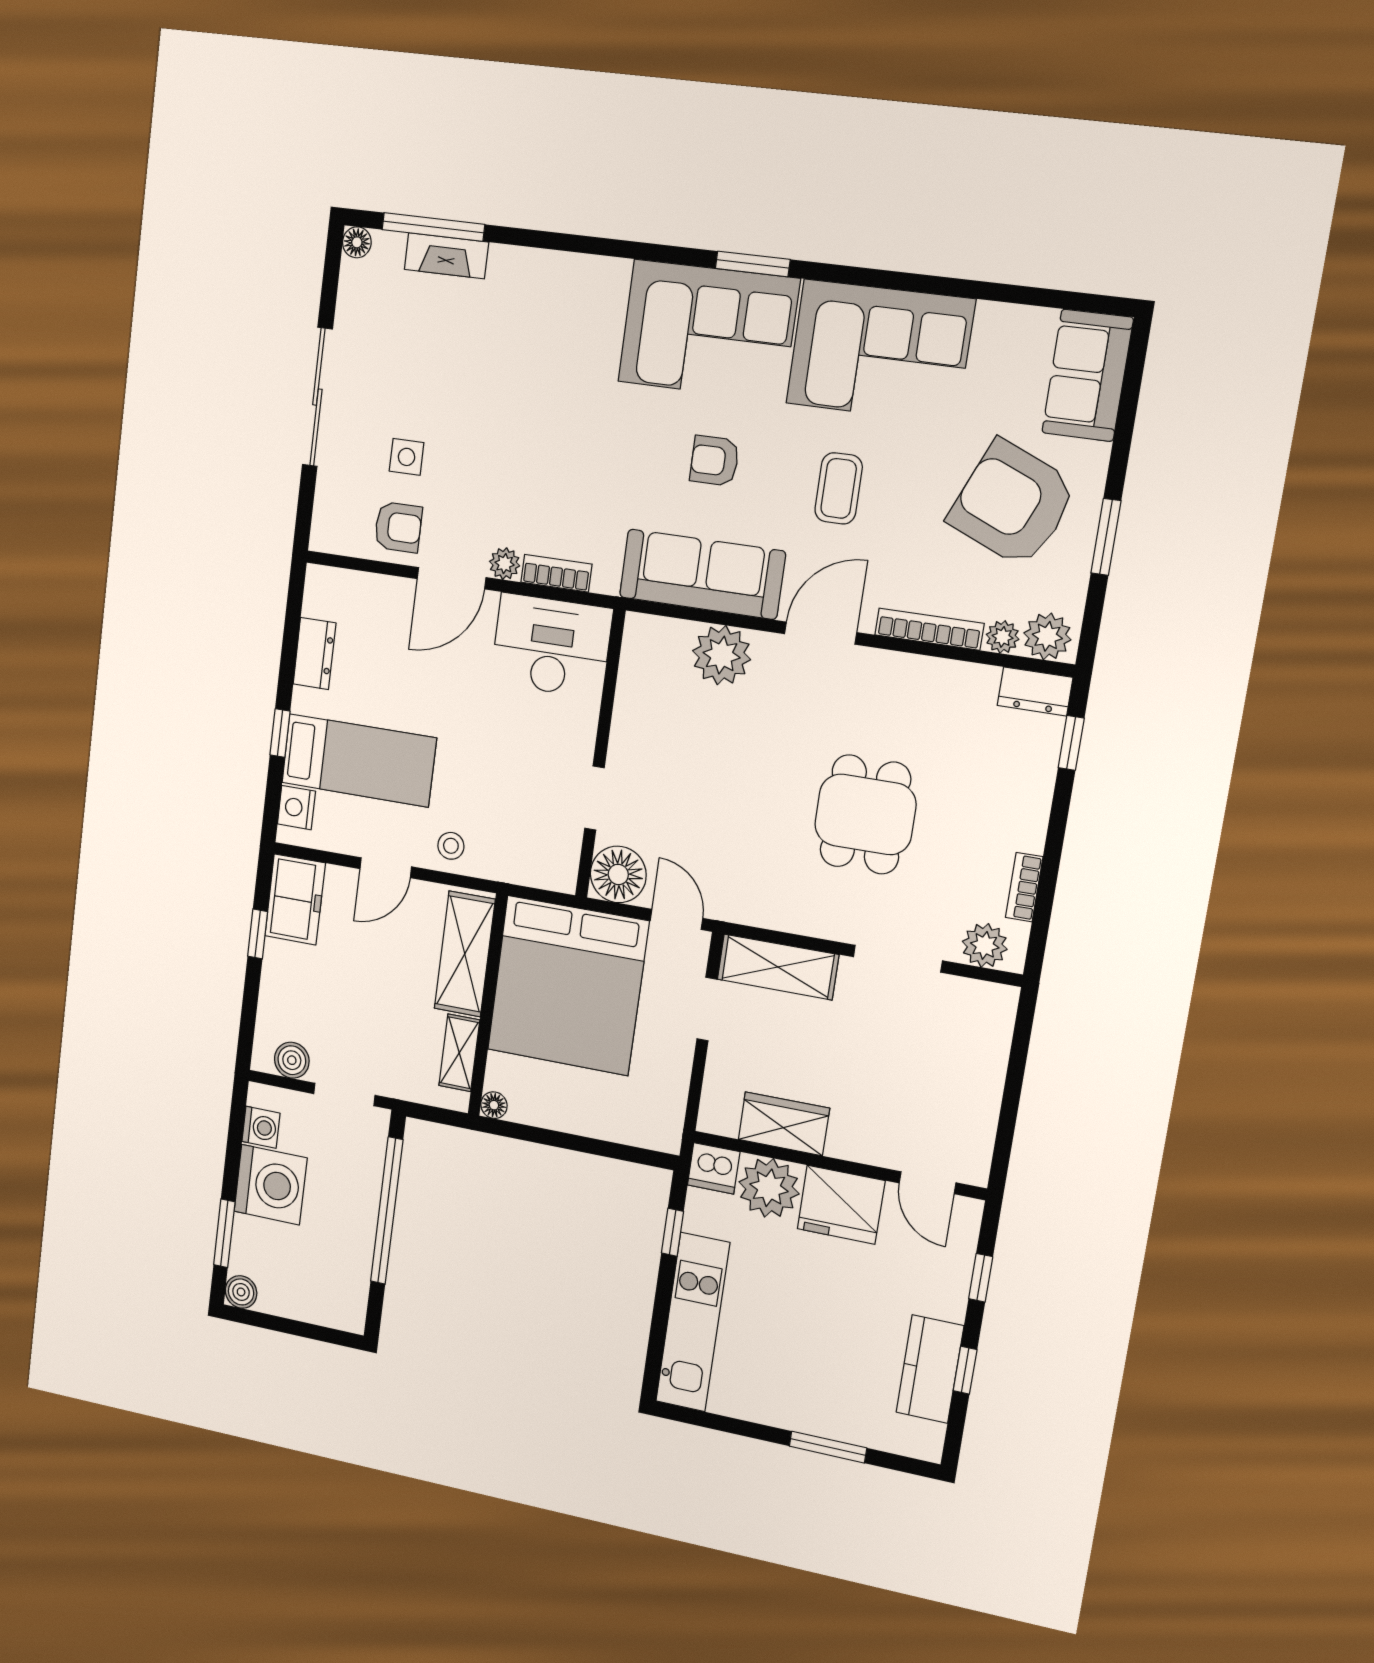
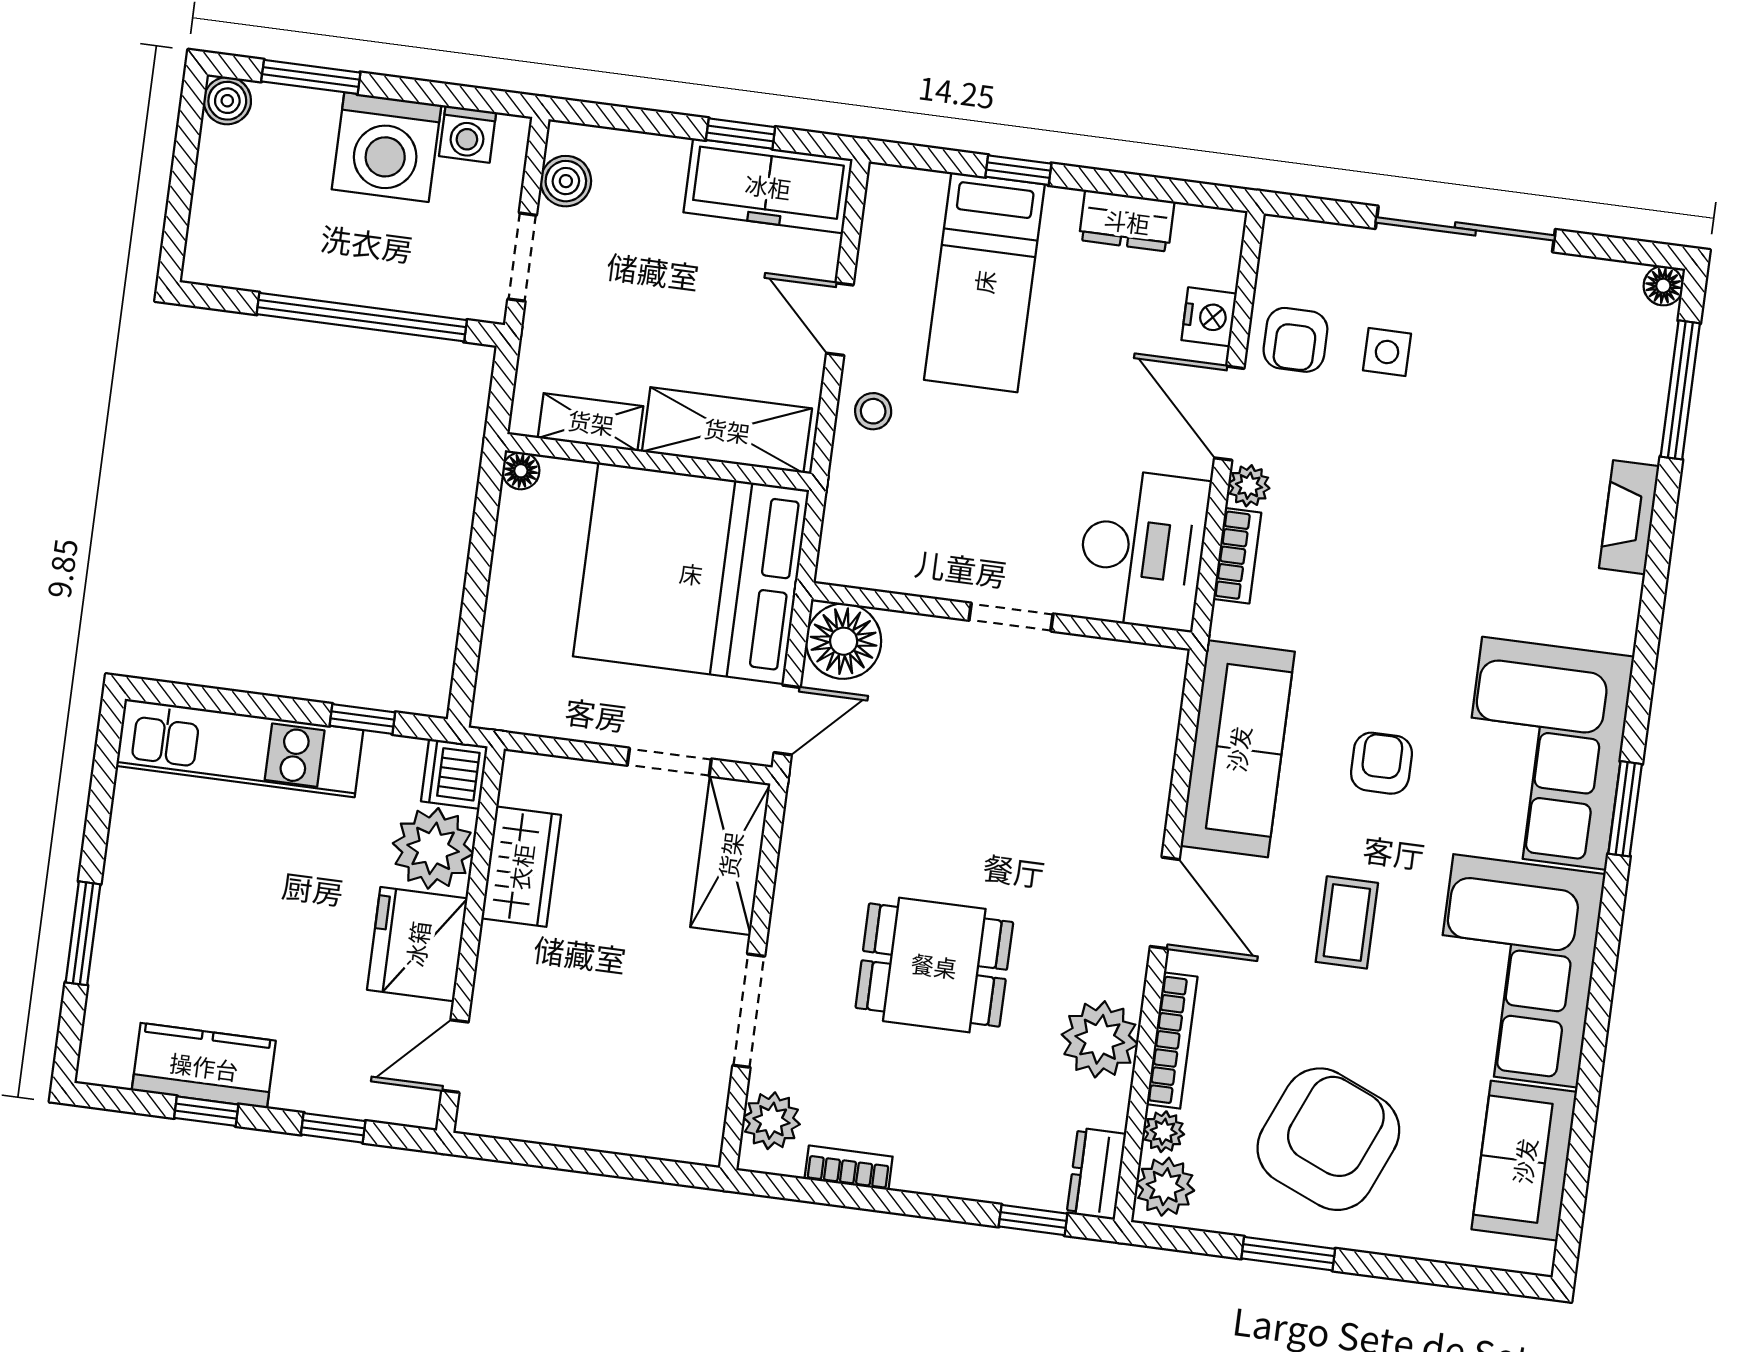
fireplace: (446, 256) -> (1629, 517), moved
sofa: (1087, 375) -> (1524, 1161), moved, turned -90
coffee table: (839, 488) -> (1347, 922), turned 90
plant: (722, 655) -> (1100, 1039), moved
doorway: (594, 798) -> (1011, 617), moved
nightstand: (296, 808) -> (1209, 317), moved, turned 90
freezer: (295, 899) -> (768, 186), width x1.40

